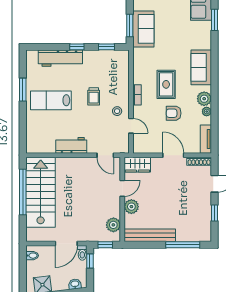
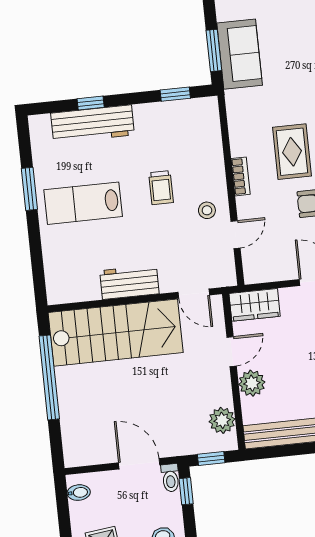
window: (77, 47) -> (91, 103), moved
door: (131, 126) -> (236, 235), hinge flipped
stairs: (41, 192) -> (116, 333), moved, turned 90
door: (66, 244) -> (139, 464), swing flipped

